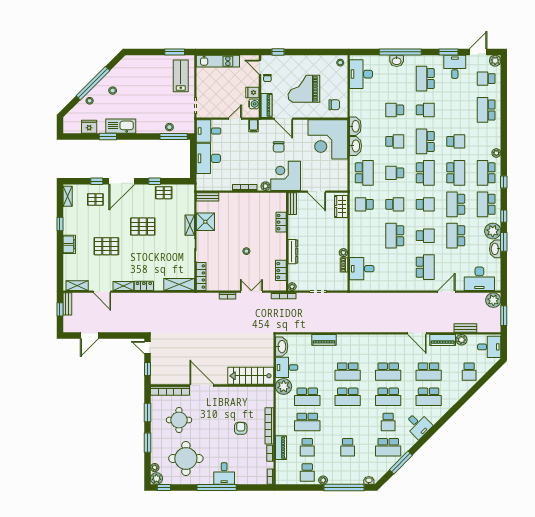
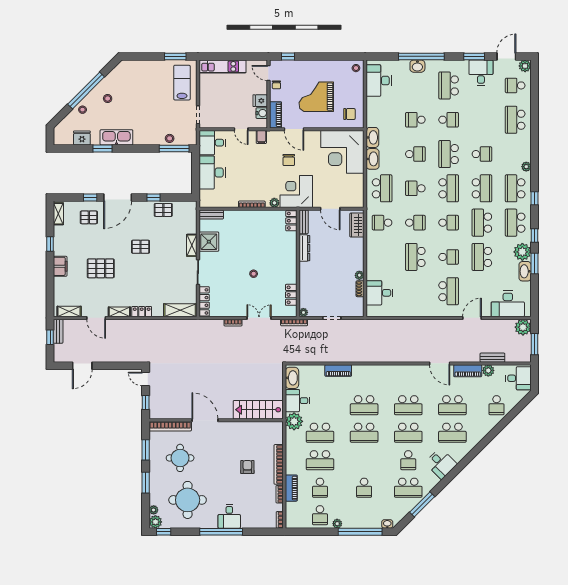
door: (235, 119) -> (241, 129), swing flipped
locker: (281, 222) -> (291, 221), moved
pallet: (143, 226) -> (141, 247), width x0.67, depth x0.71
dresser: (293, 252) -> (304, 248), moved

